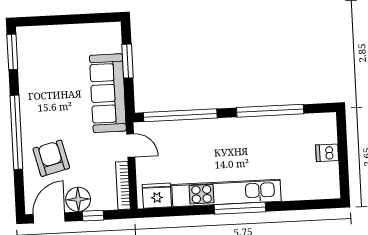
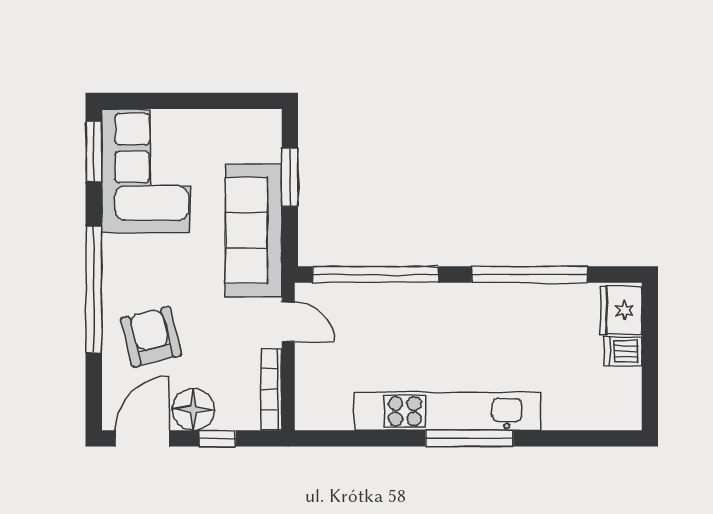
corner sofa: (43, 62) -> (146, 171), added
fridge: (157, 196) -> (621, 310), moved, turned -90

